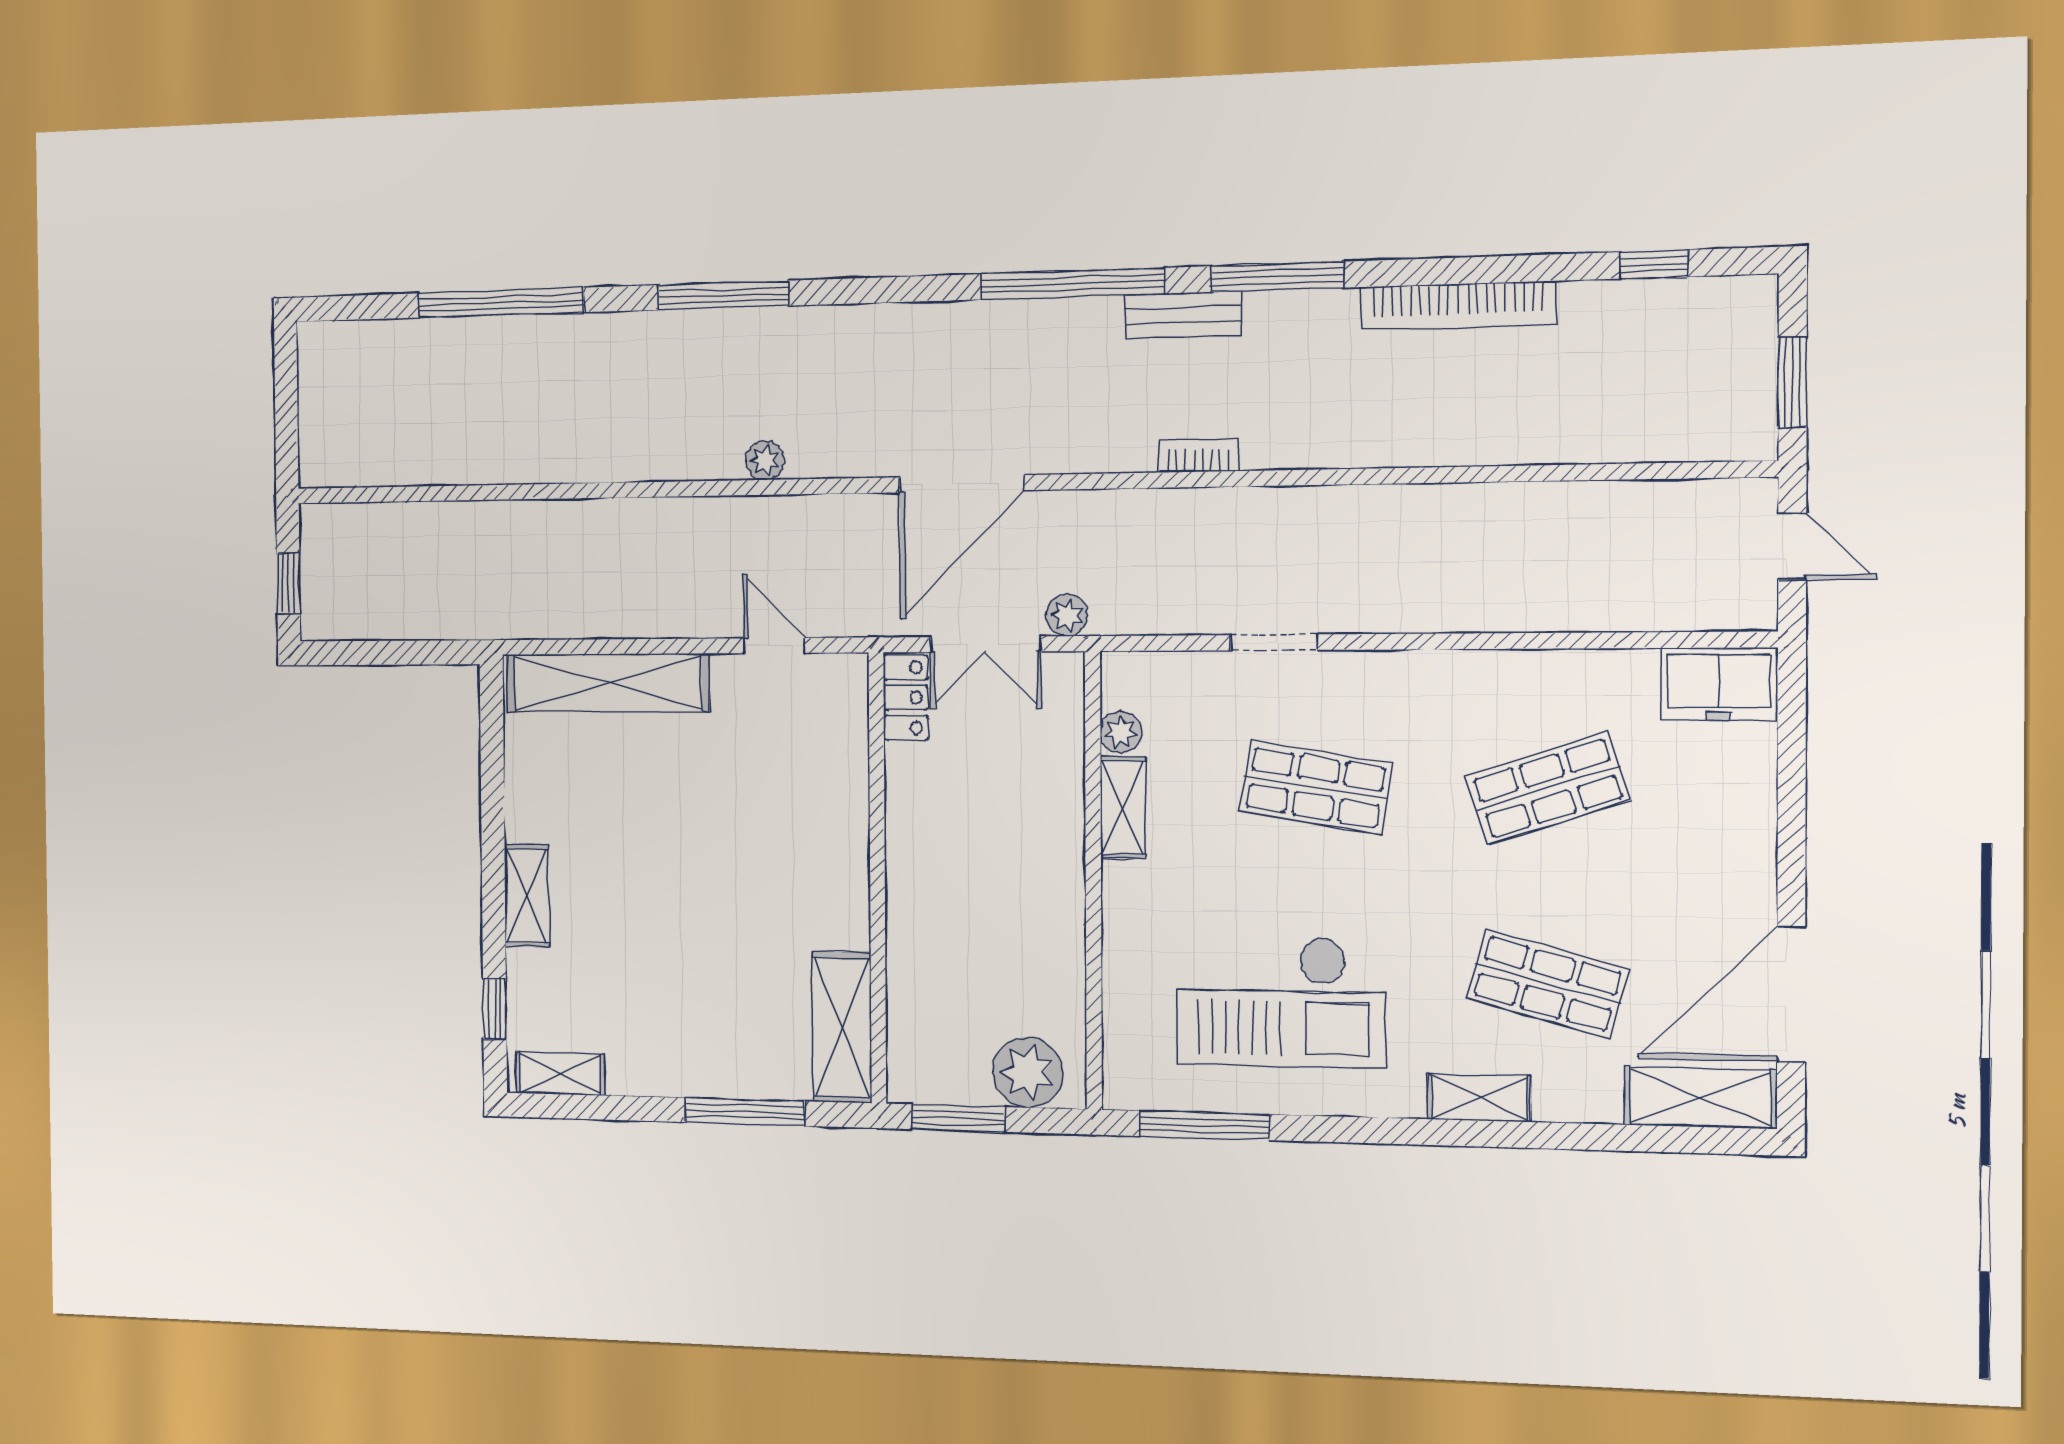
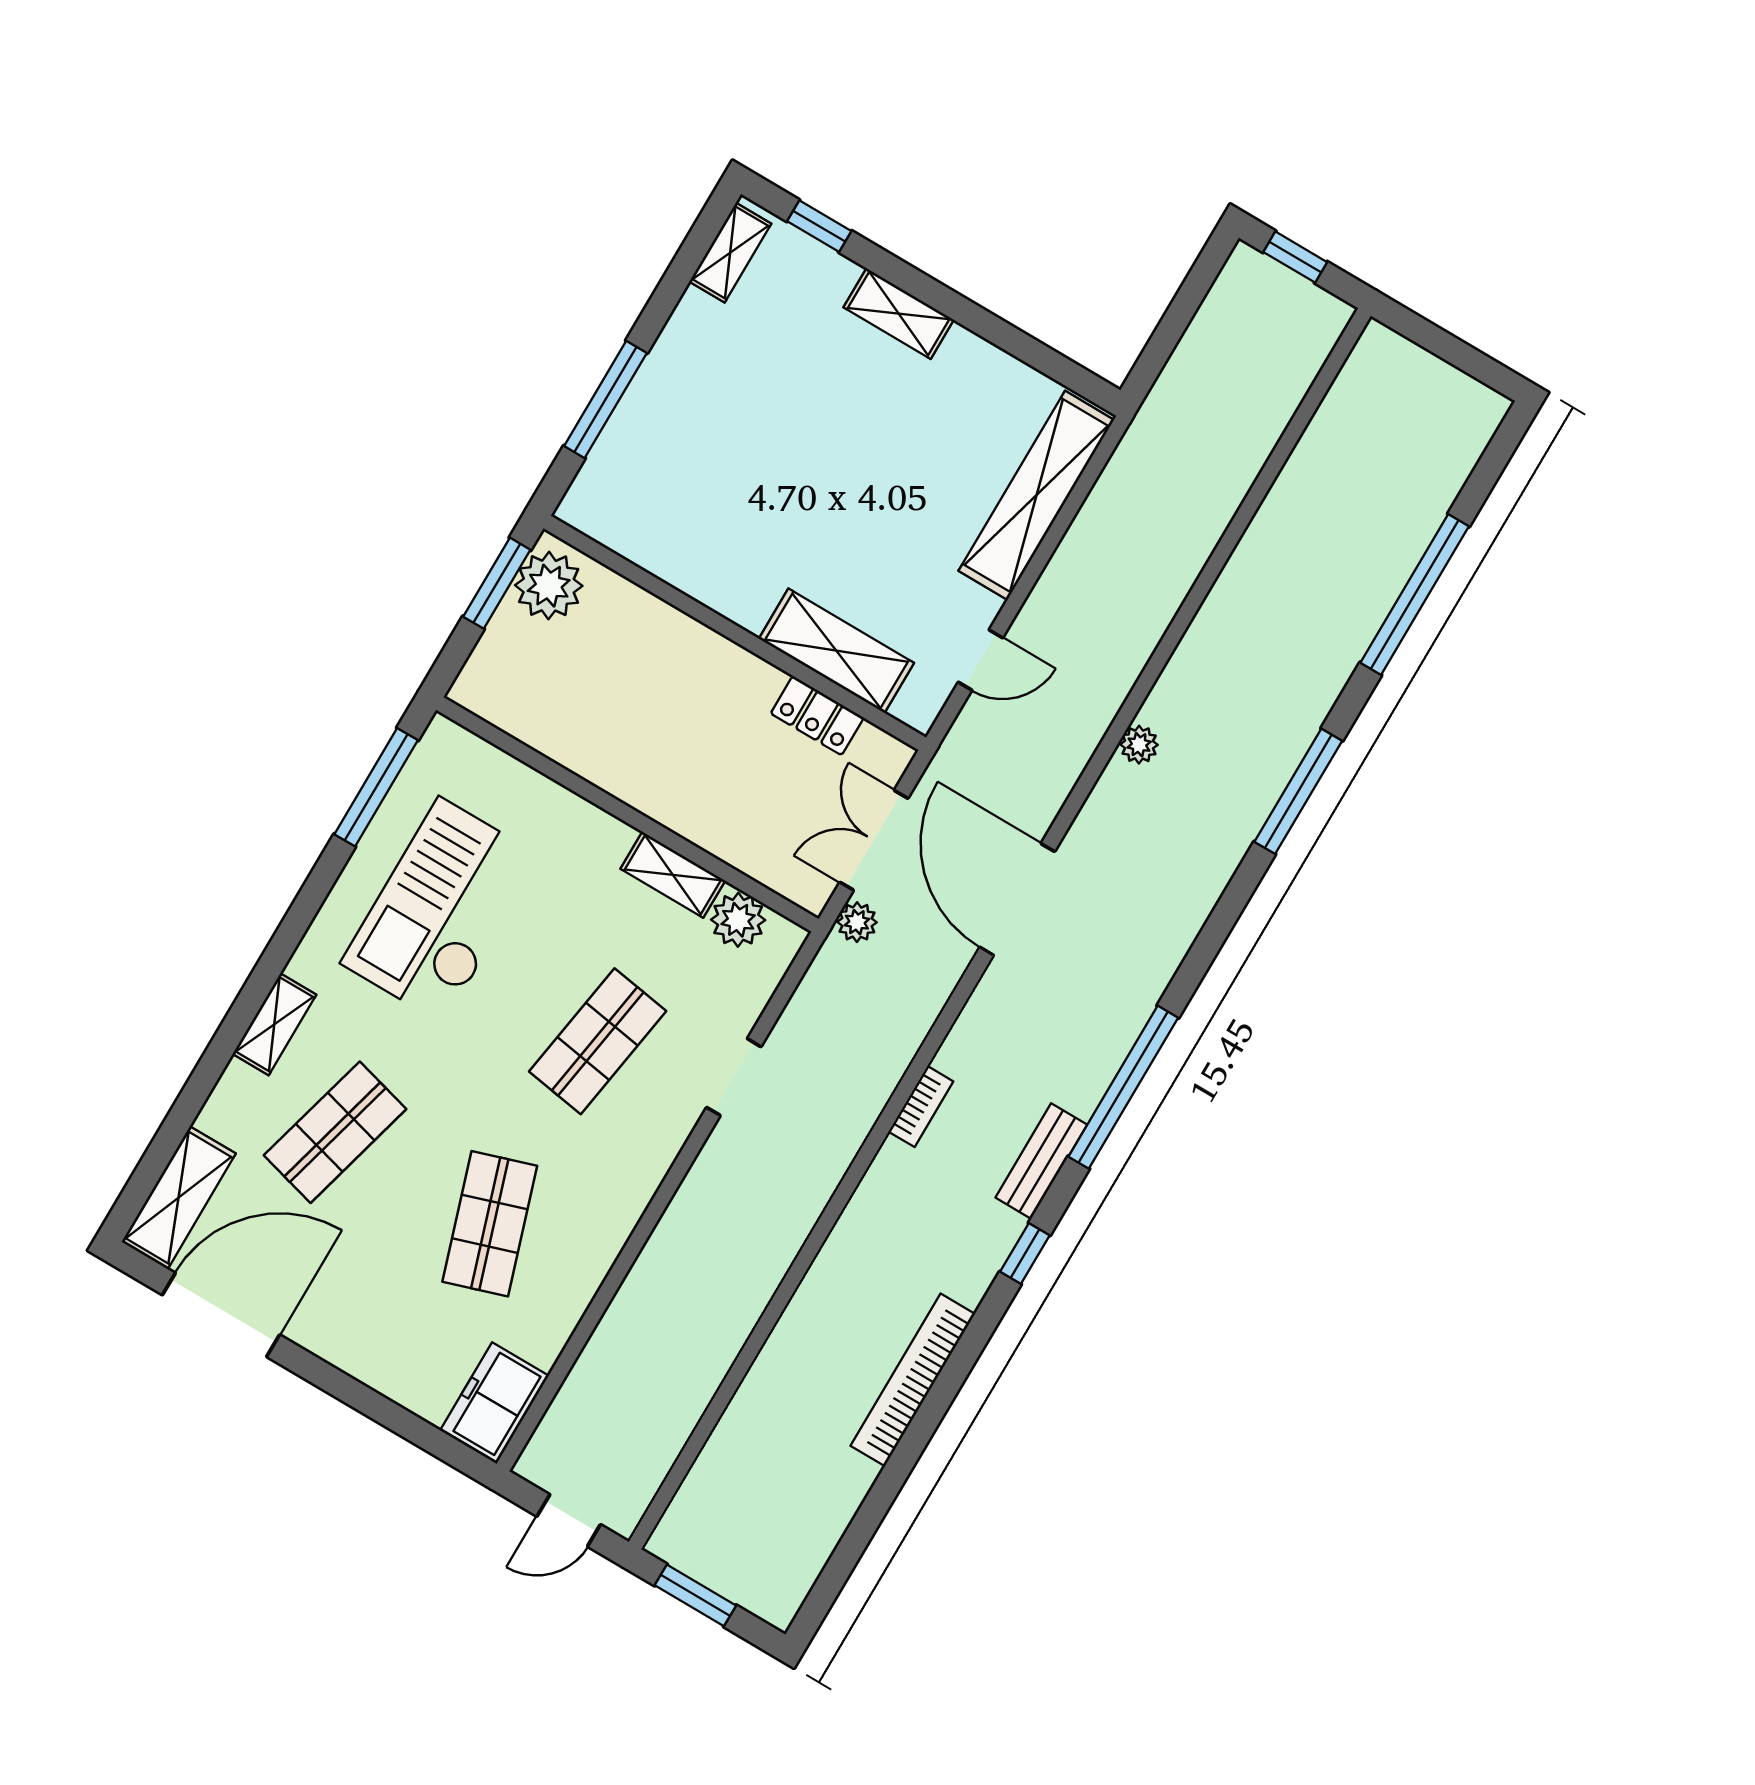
window: (1654, 264) -> (851, 1547), removed
window: (1277, 277) -> (1025, 1254), width x0.46
locker: (906, 698) -> (817, 716), moved
plant: (1121, 732) -> (738, 920), width x1.38, depth x1.38
door: (1791, 994) -> (221, 1315), hinge flipped
shelving: (842, 1027) -> (836, 651), moved
plant: (1028, 1072) -> (549, 586), moved

